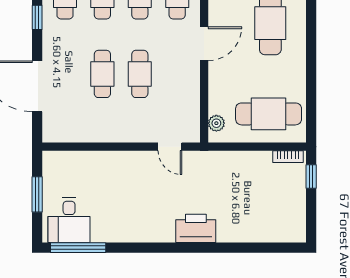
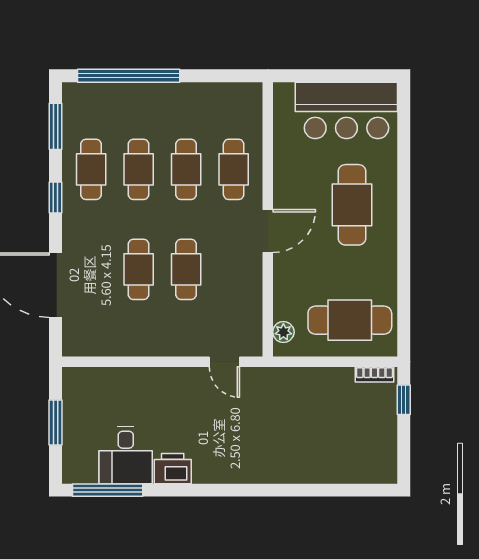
desk: (69, 220) -> (126, 455), moved
printer: (196, 228) -> (173, 469), moved, width x0.73, depth x0.84

